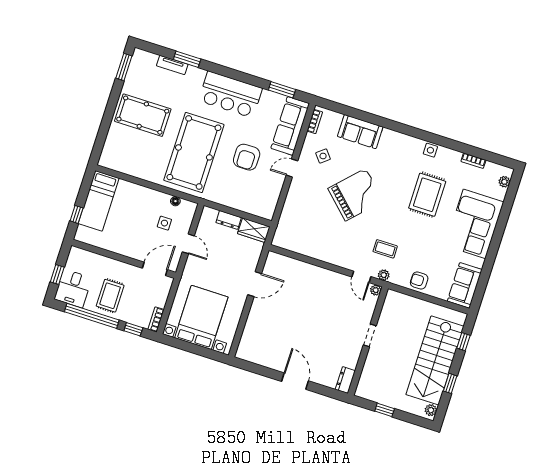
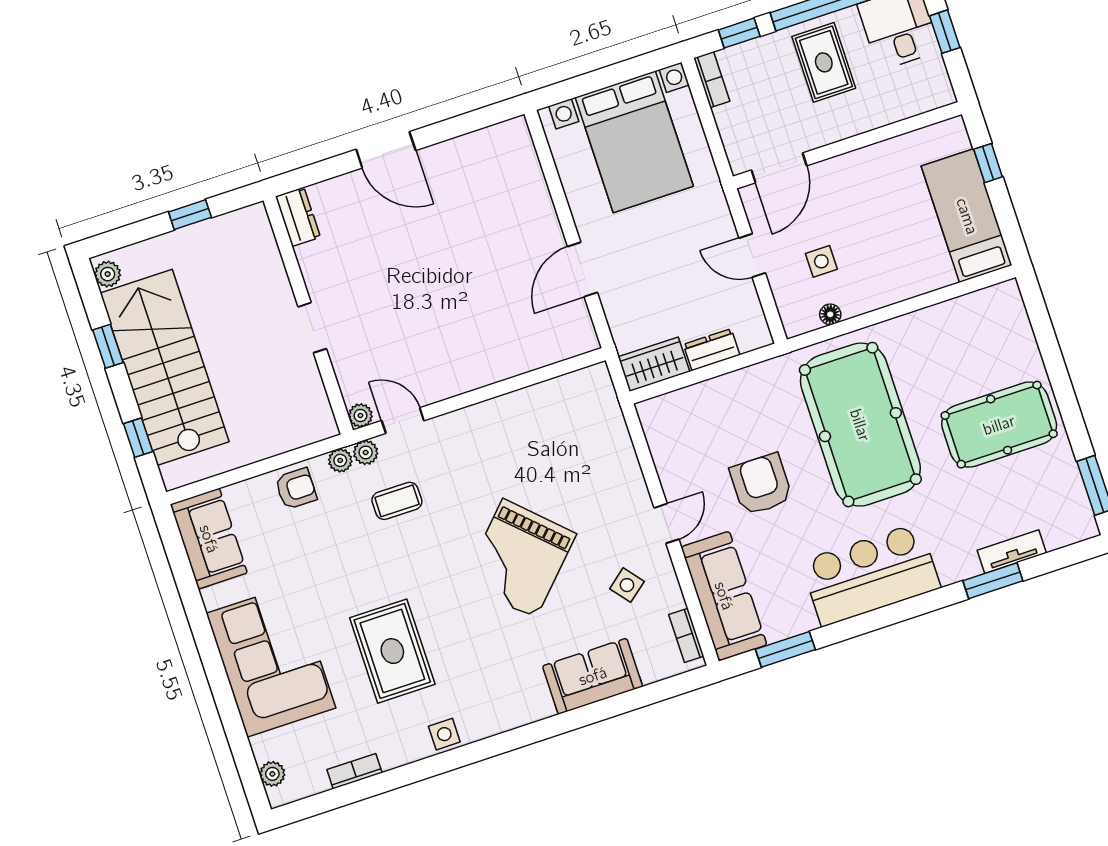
plant: (395, 279) -> (340, 460), added

